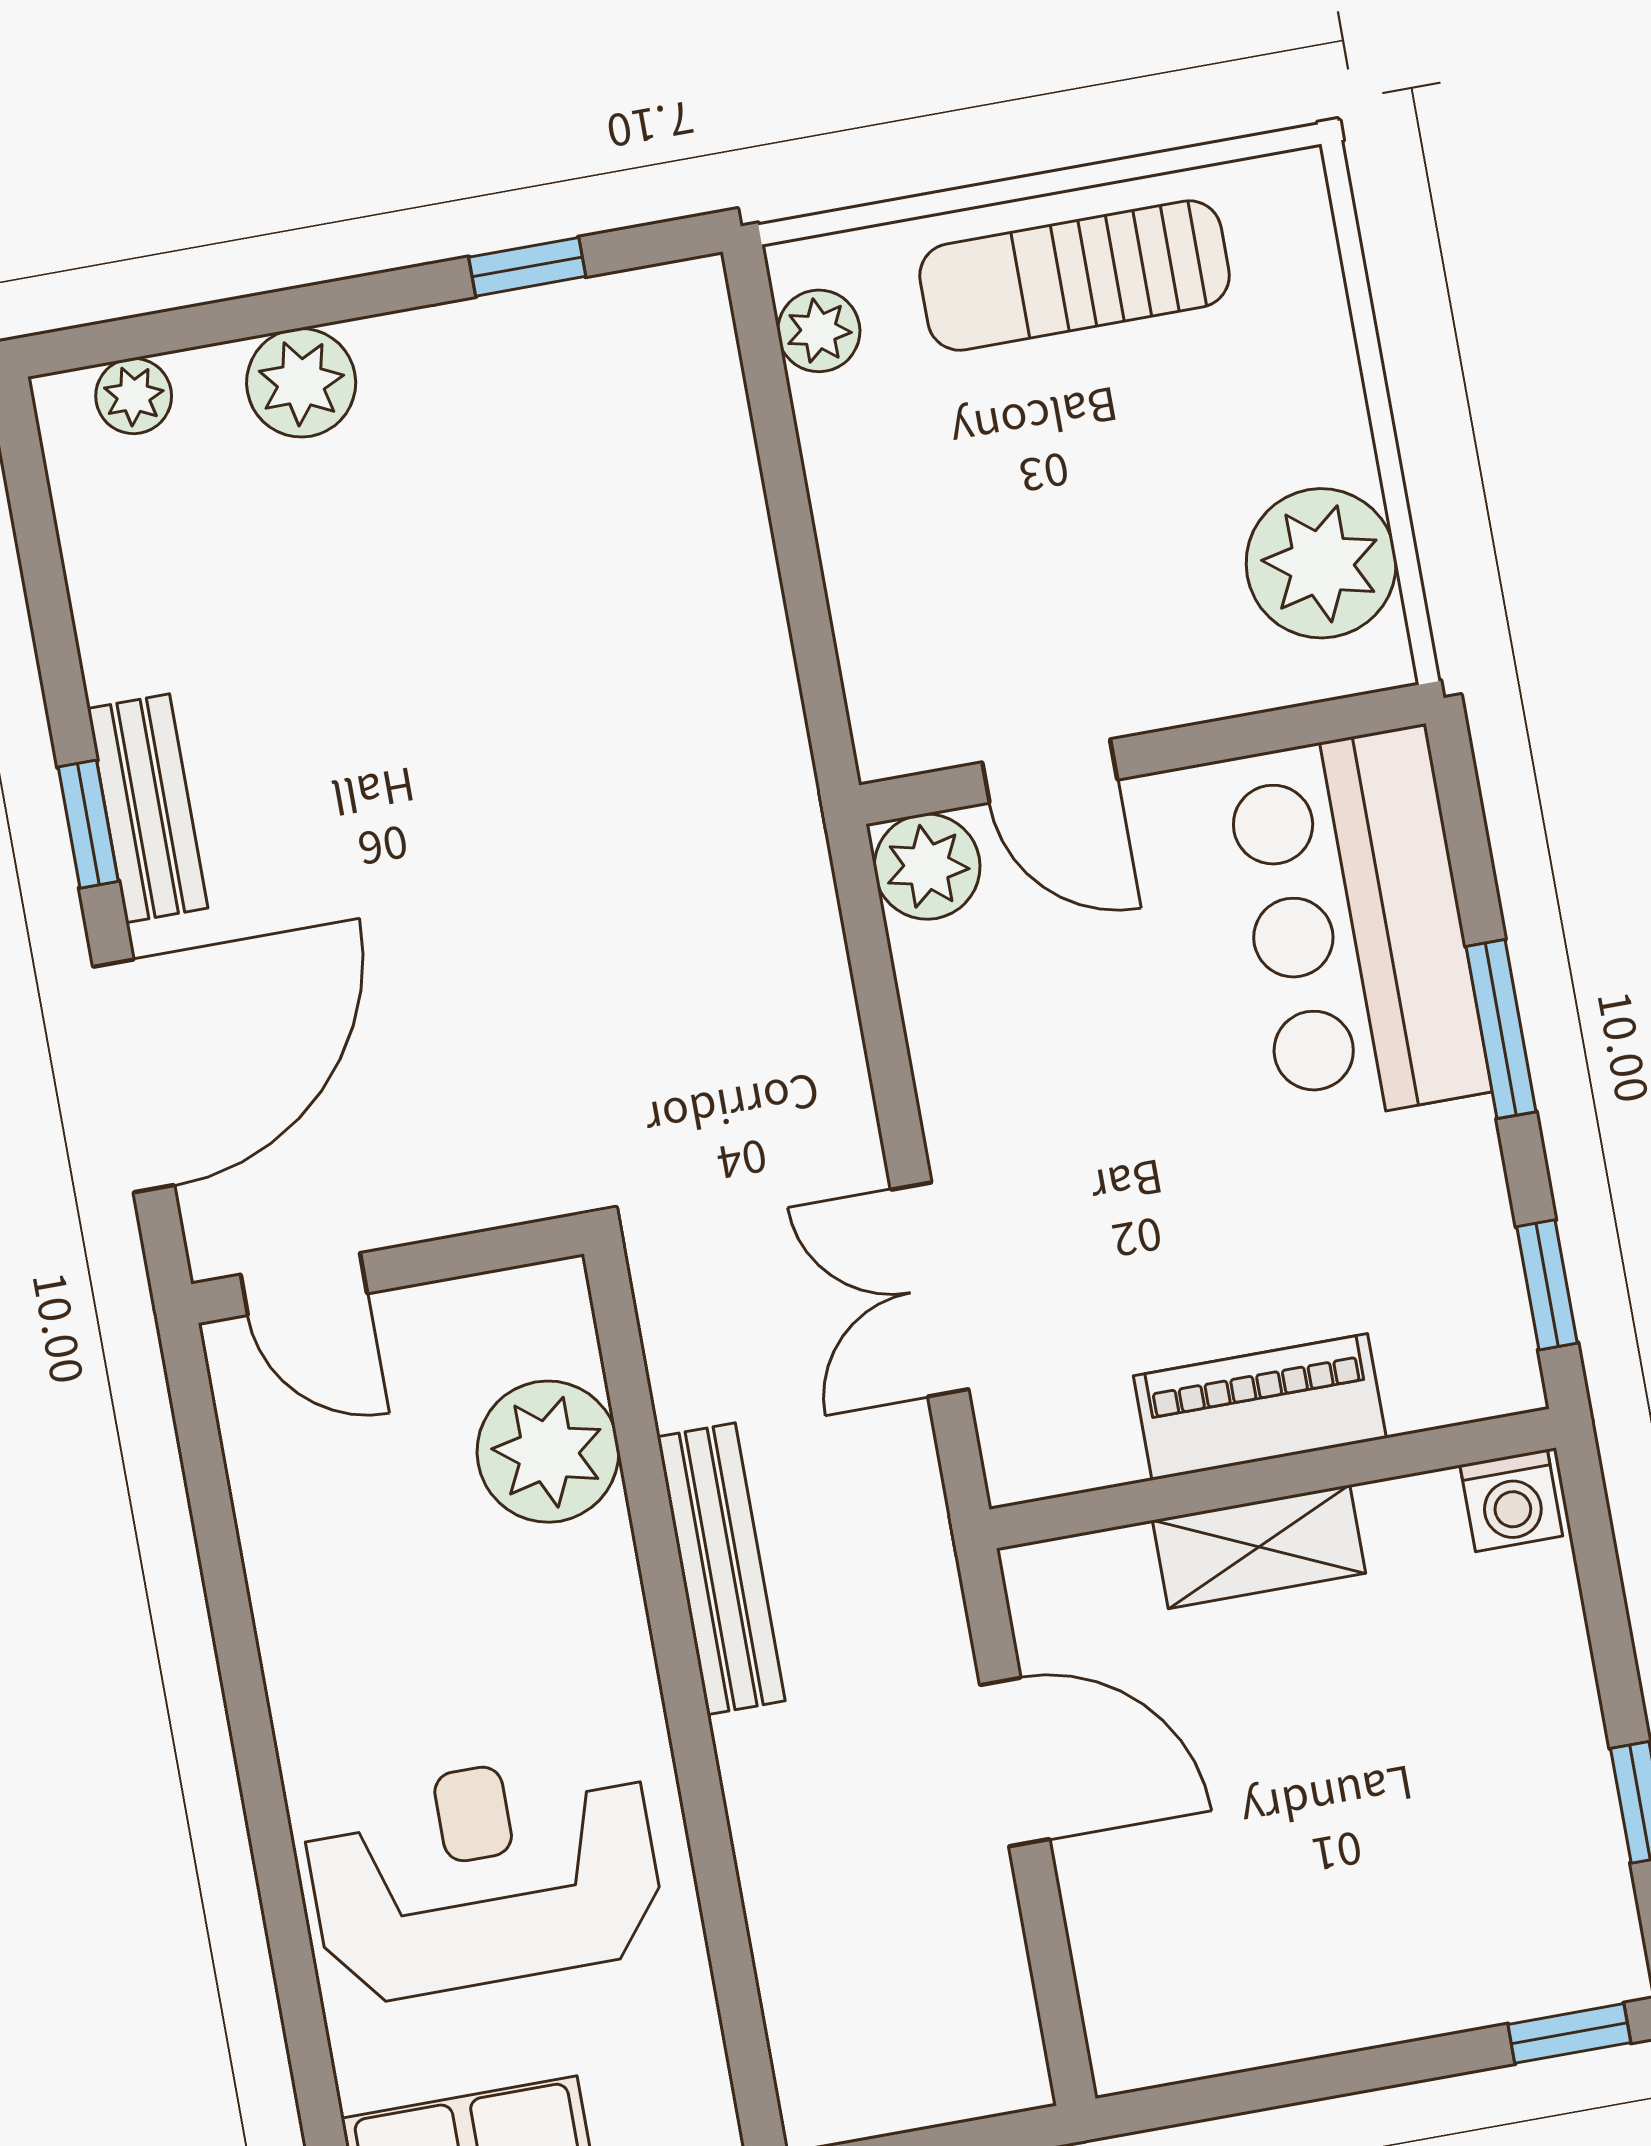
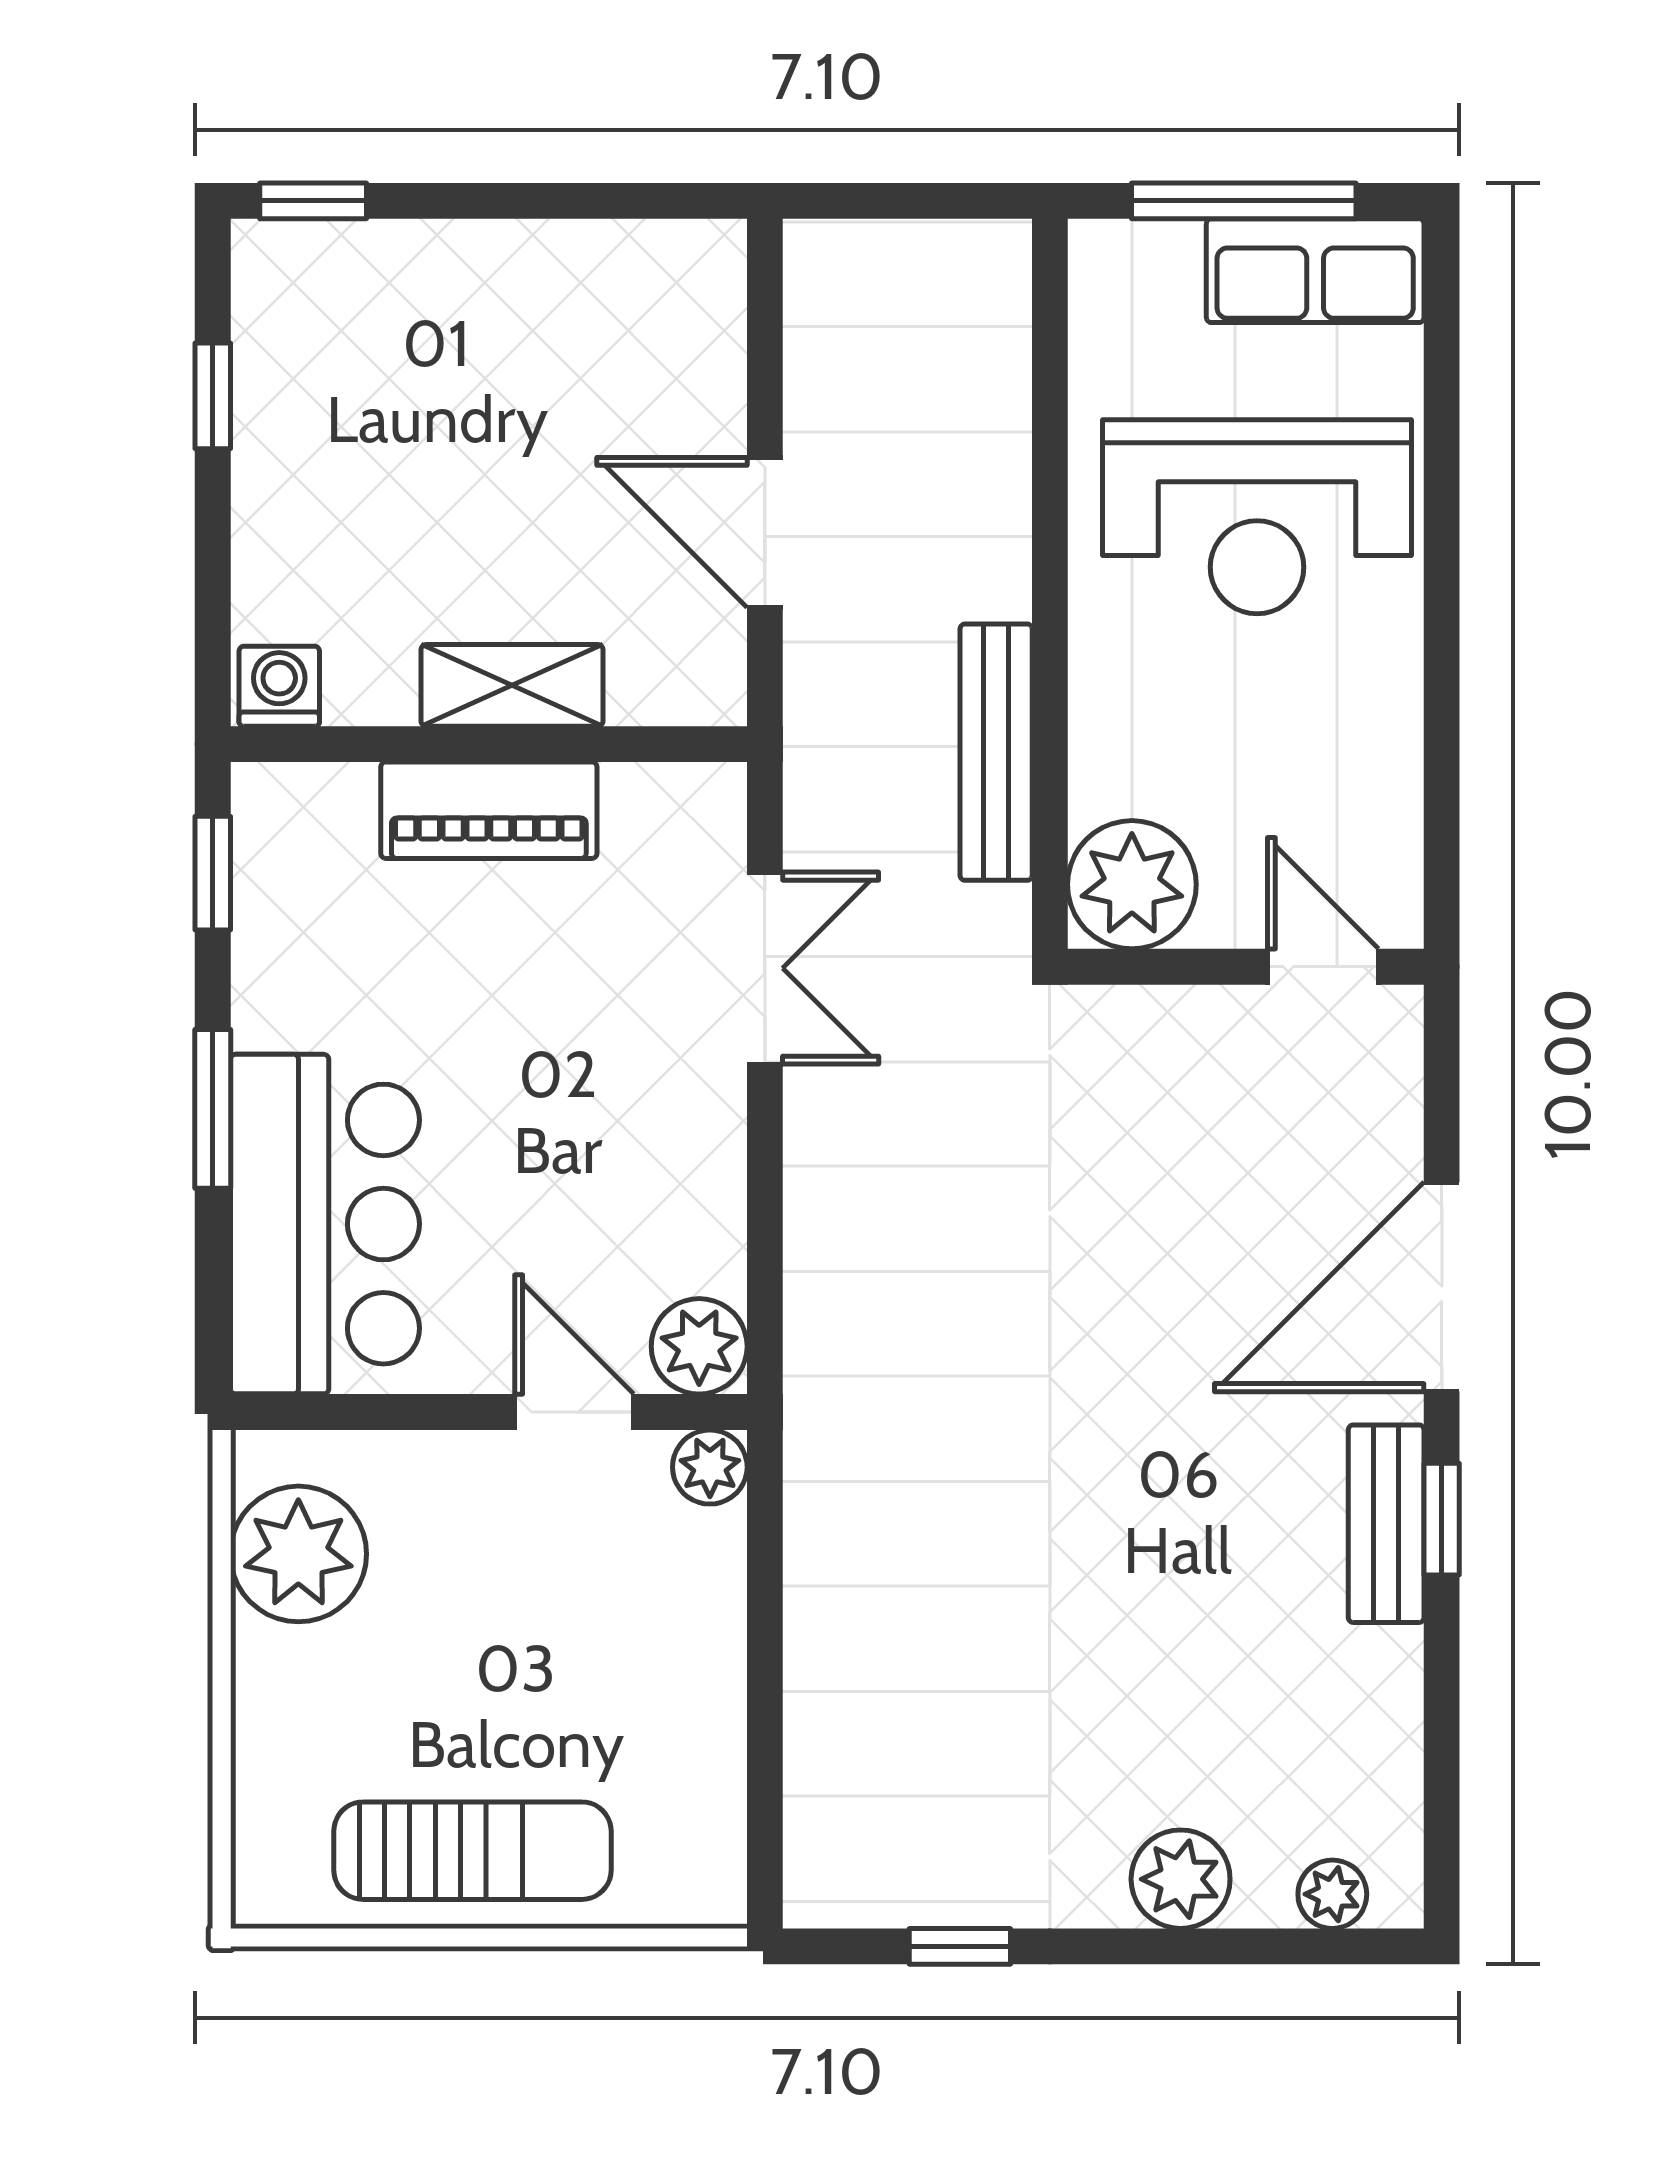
plant: (819, 331) -> (710, 1467), moved
wall: (388, 1269) -> (1246, 967), moved
door: (304, 1284) -> (1323, 967), moved

